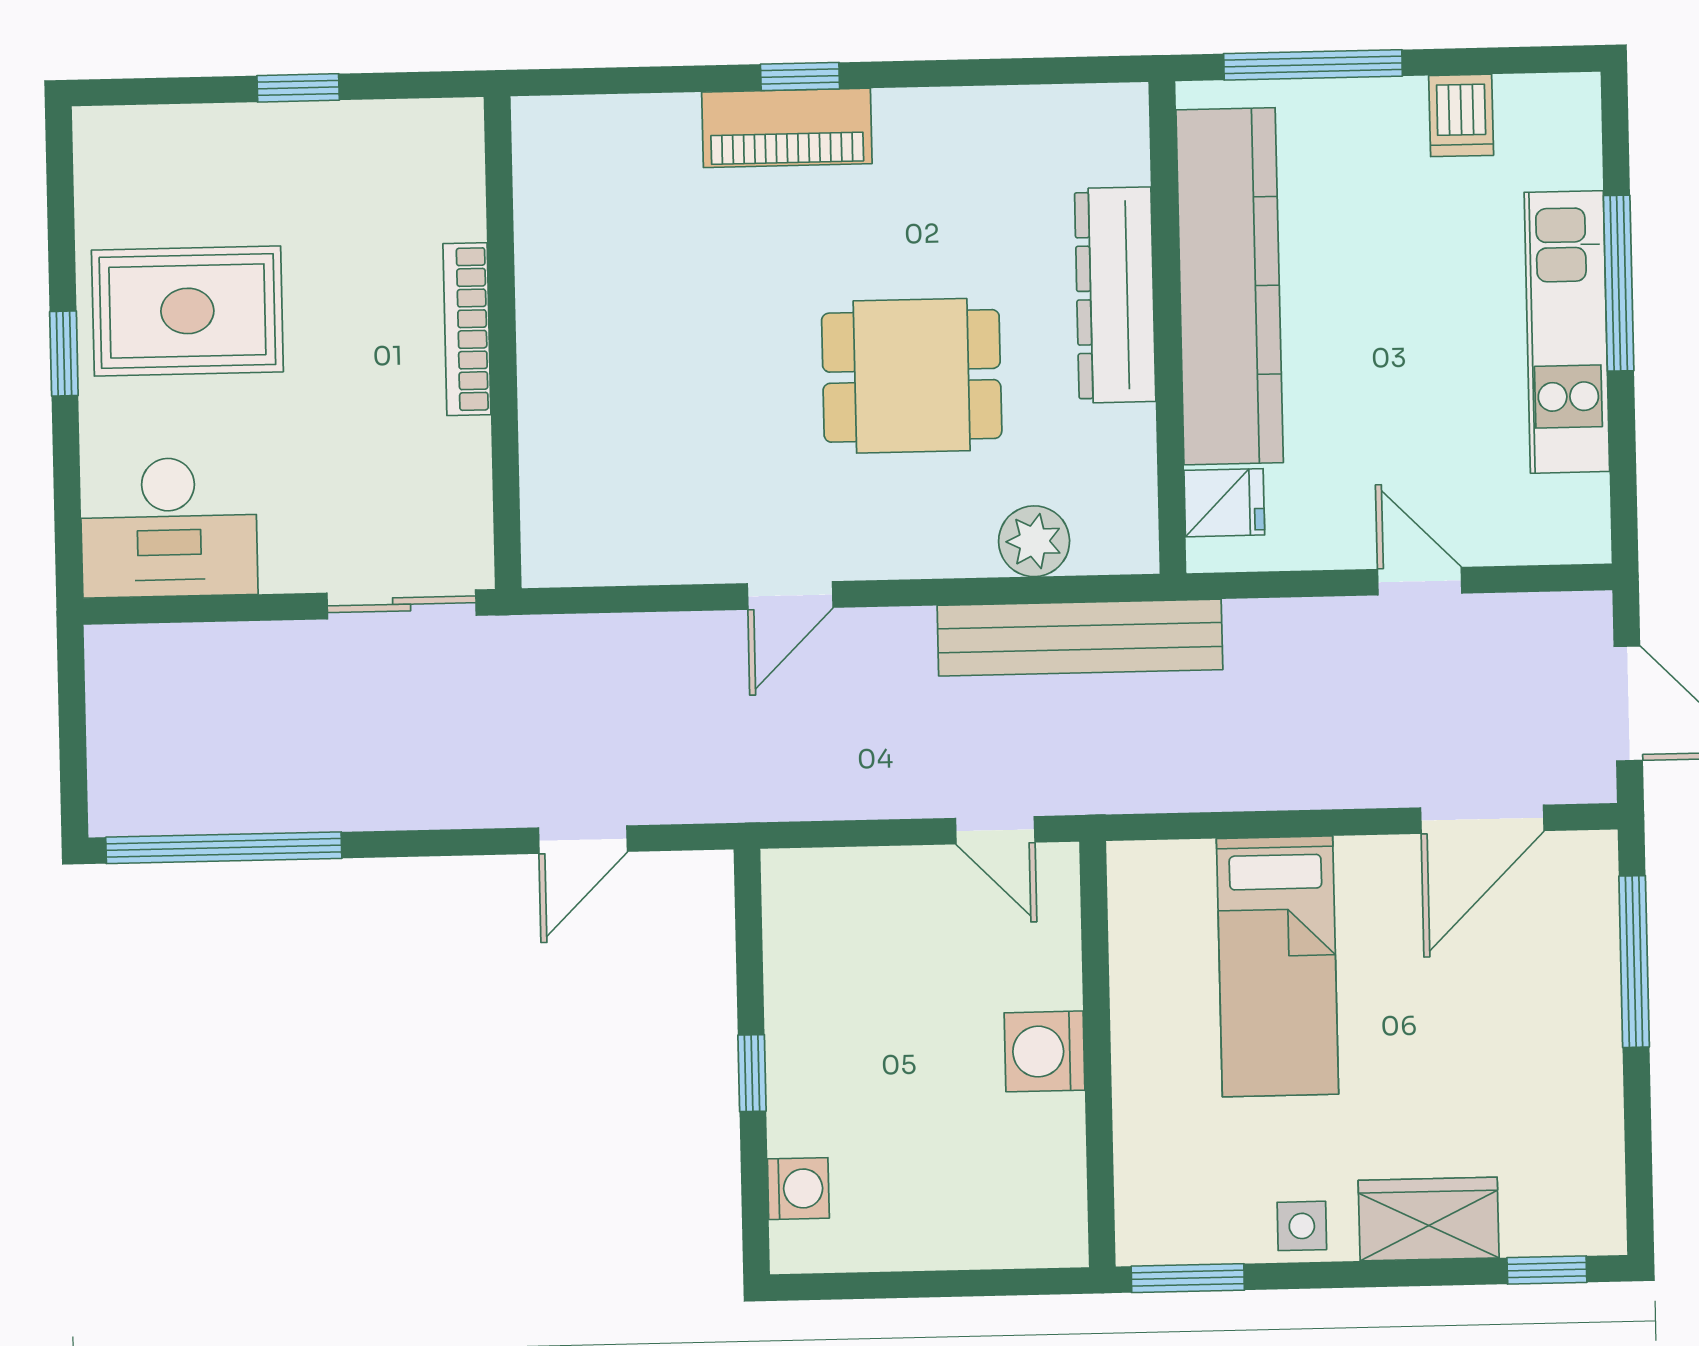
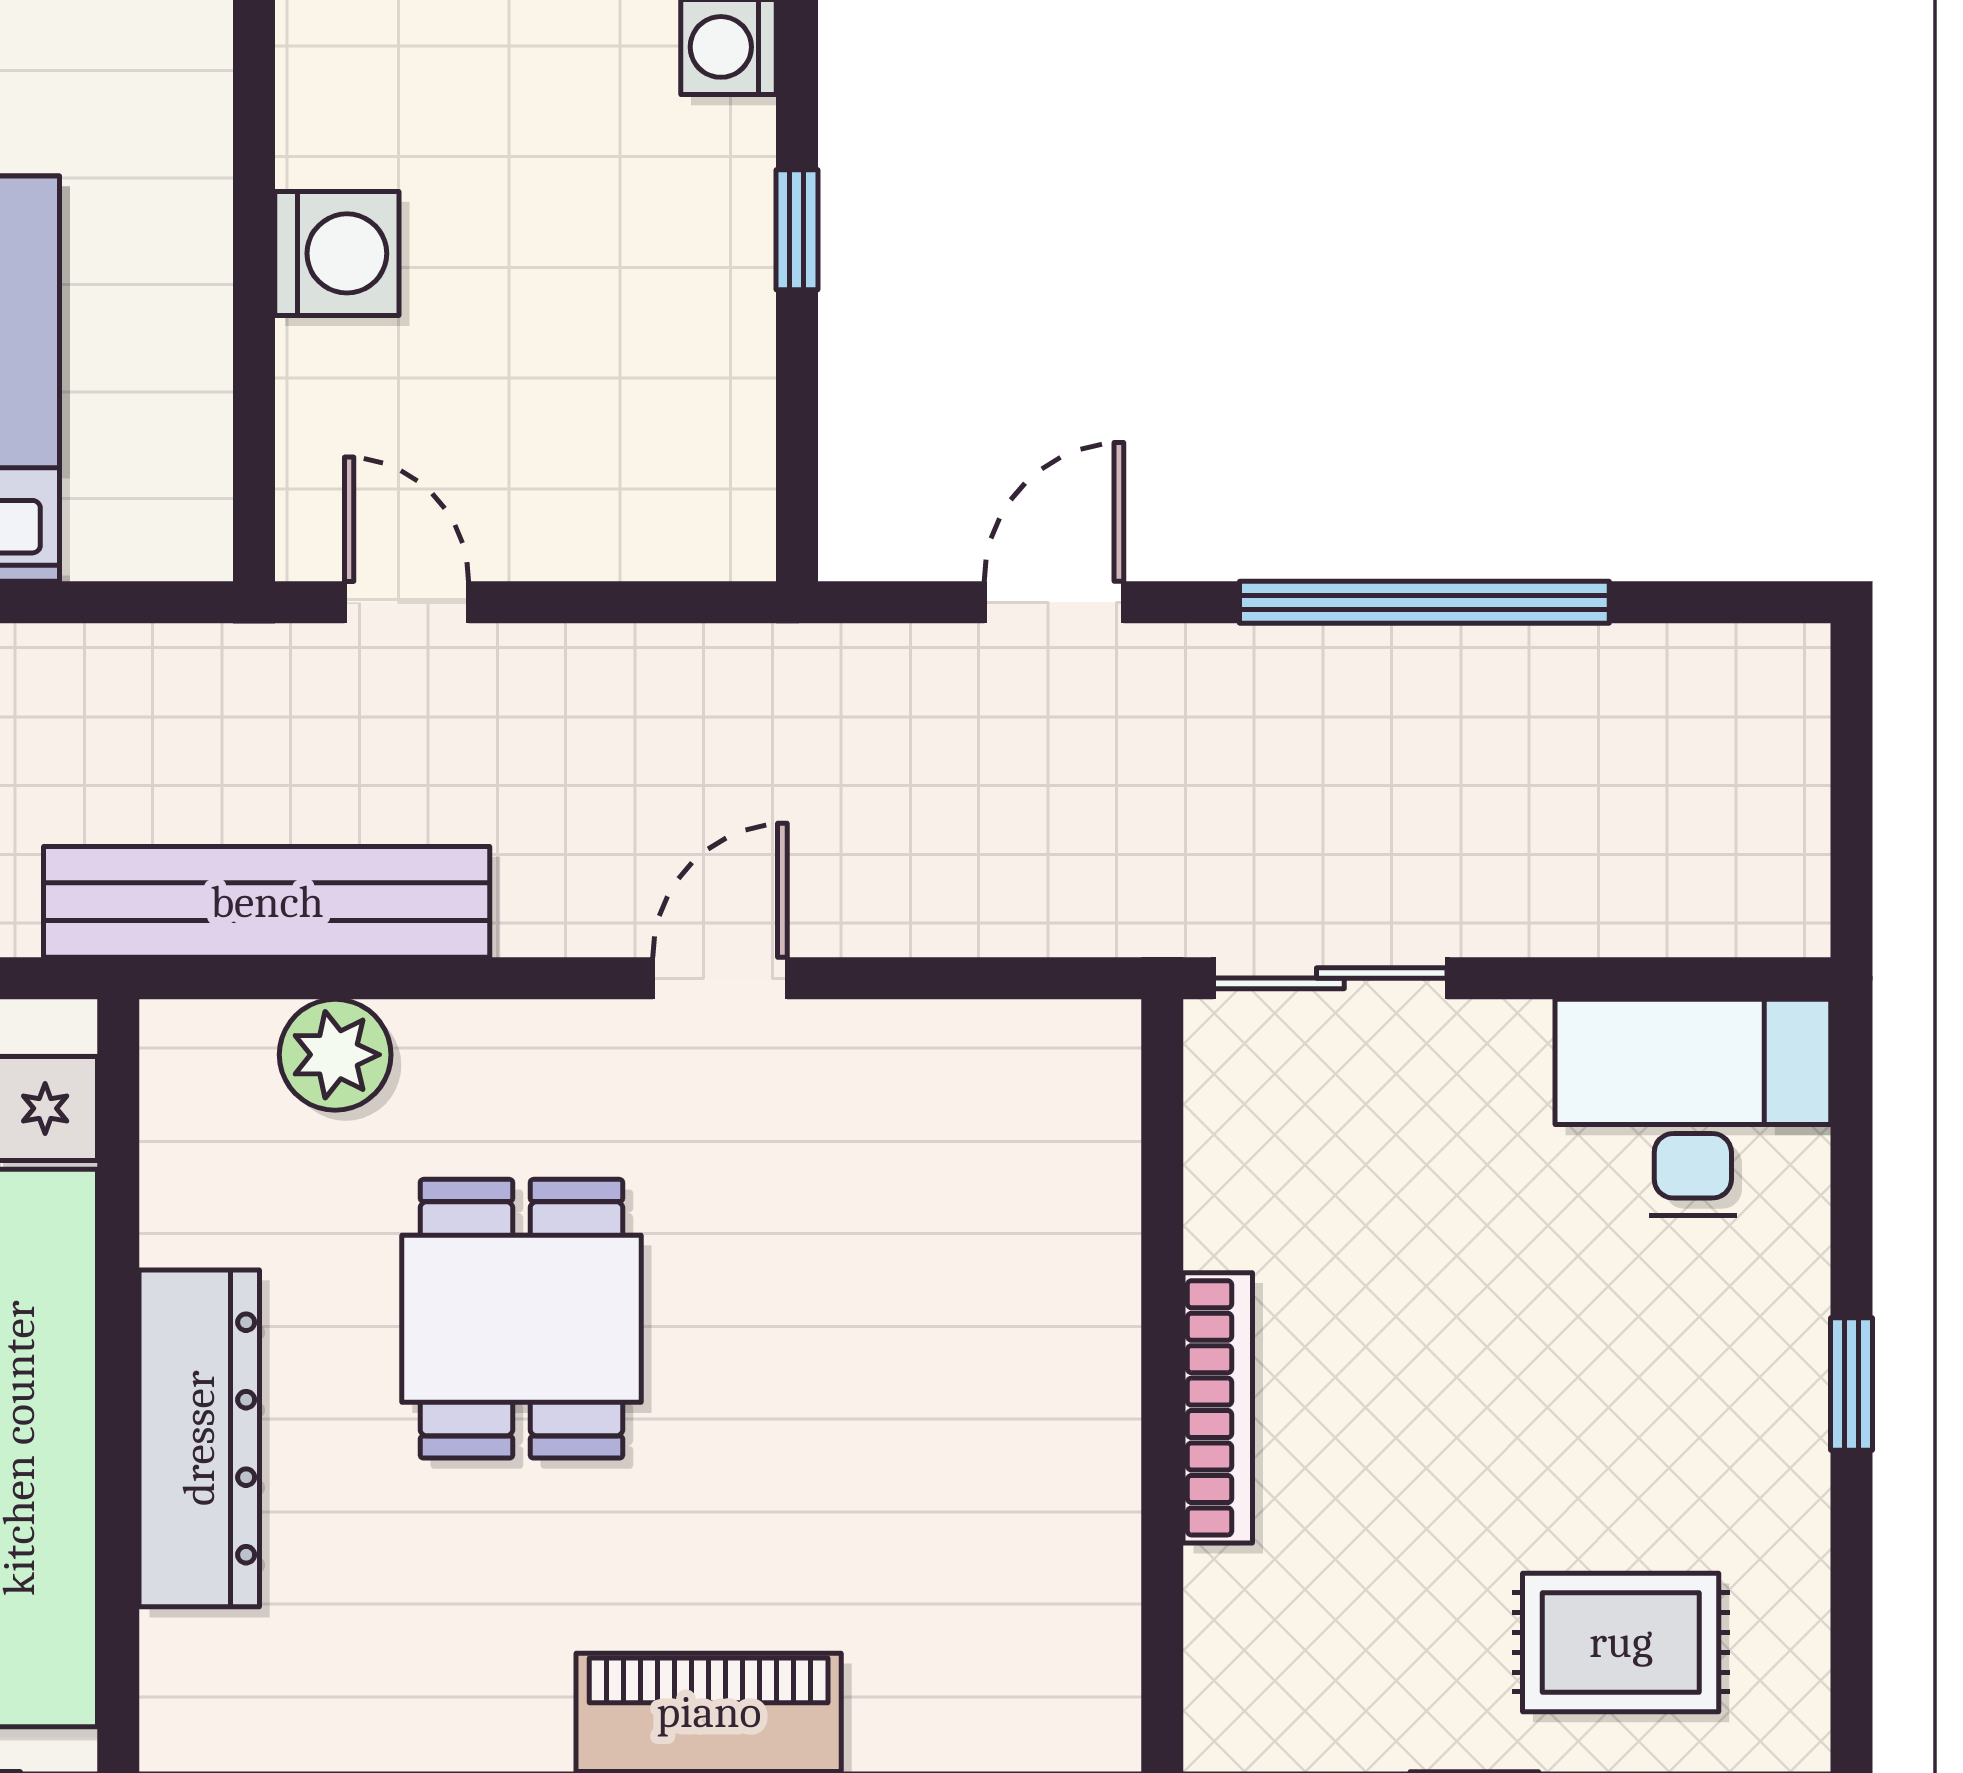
rug: (187, 311) -> (1621, 1642), moved, width x0.73, depth x0.70
dining table: (912, 376) -> (521, 1319), turned 90
window: (224, 848) -> (1424, 602), moved

